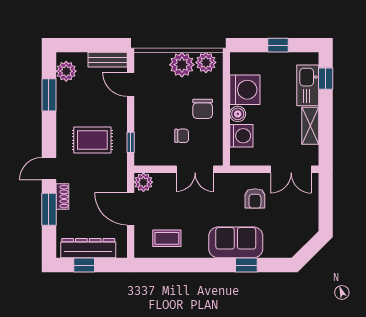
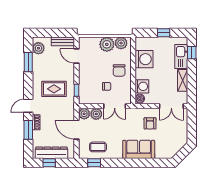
boiler: (238, 114) -> (140, 99), moved
plant: (164, 183) -> (96, 114), added
window: (246, 265) -> (94, 163), moved

